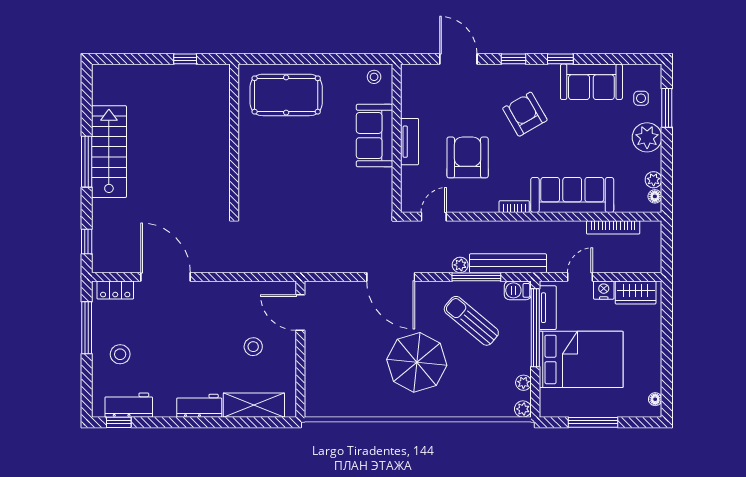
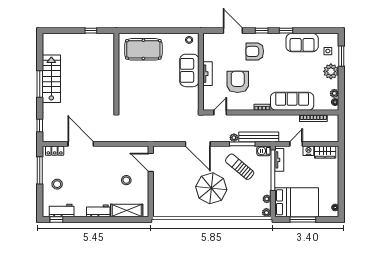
armchair: (525, 114) -> (255, 51), moved, turned -60
bed: (581, 359) -> (297, 202), moved

